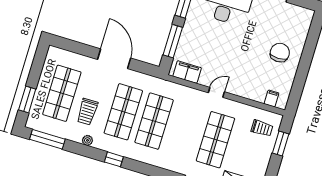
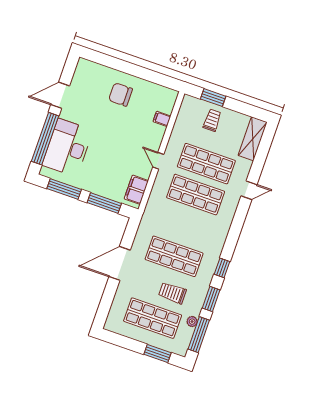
filing cabinet: (272, 98) -> (162, 119), moved
trolley: (87, 112) -> (172, 293), turned 180
shop shelf: (154, 121) -> (196, 195), moved
trolley: (262, 128) -> (212, 120), moved
plant: (87, 140) -> (192, 322), moved
window: (83, 150) -> (211, 299), added

